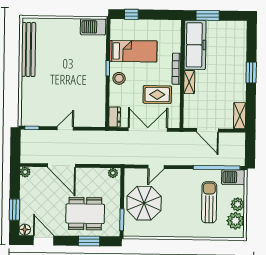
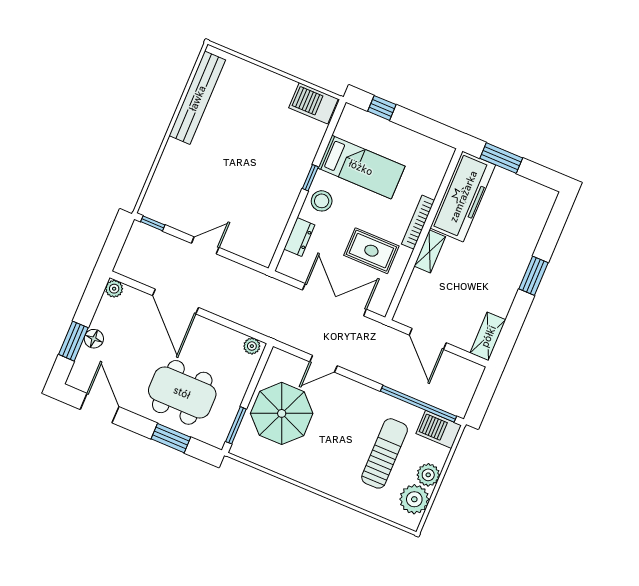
dresser: (115, 117) -> (299, 237), moved
floor lamp: (25, 230) -> (94, 339), moved

